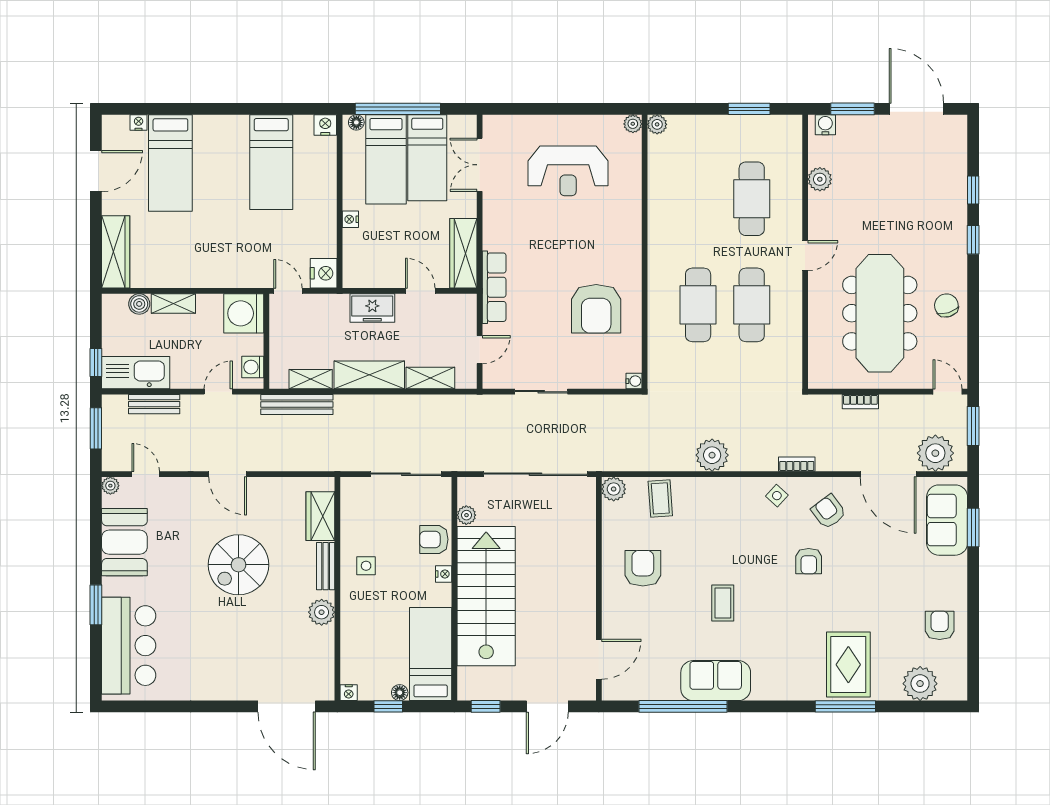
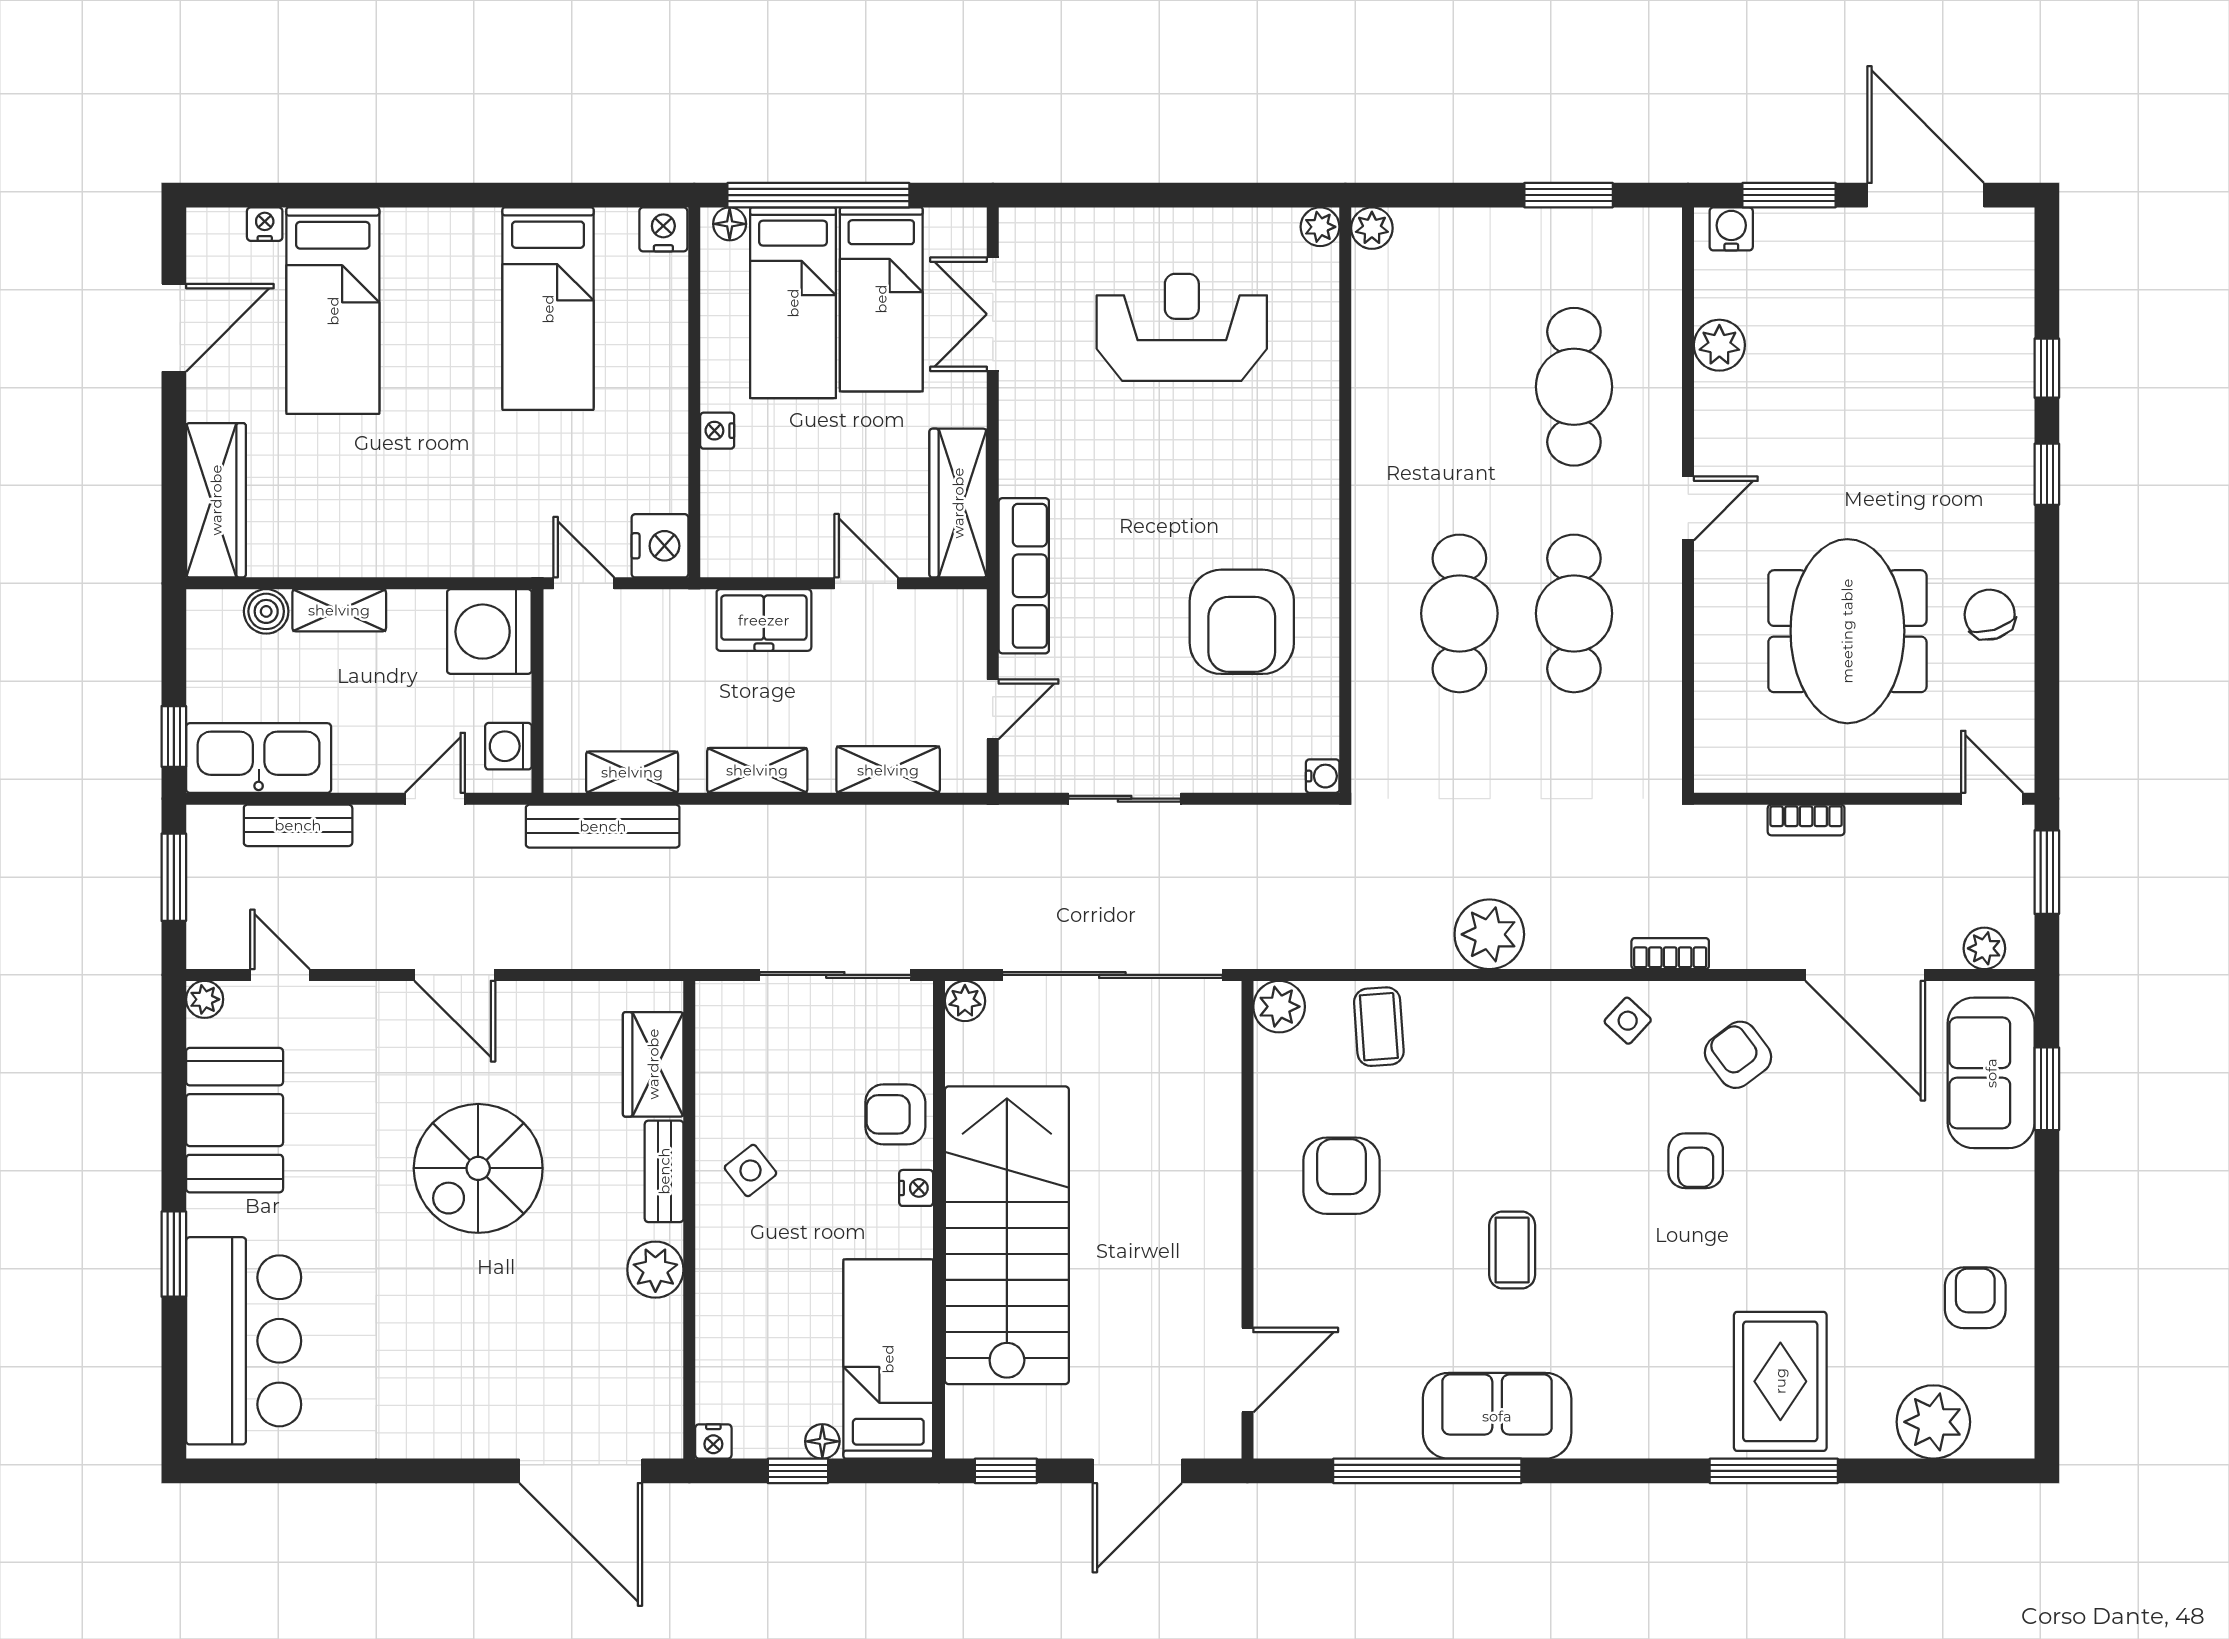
reception desk: (568, 171) -> (1182, 327), turned 180
meeting table: (880, 313) -> (1847, 631), width x0.73
shelving: (369, 375) -> (757, 770), width x0.67, depth x0.75
plant: (935, 453) -> (1984, 948), width x0.53, depth x0.53
plant: (466, 515) -> (965, 1001), moved
side table: (366, 566) -> (750, 1170), turned -38

